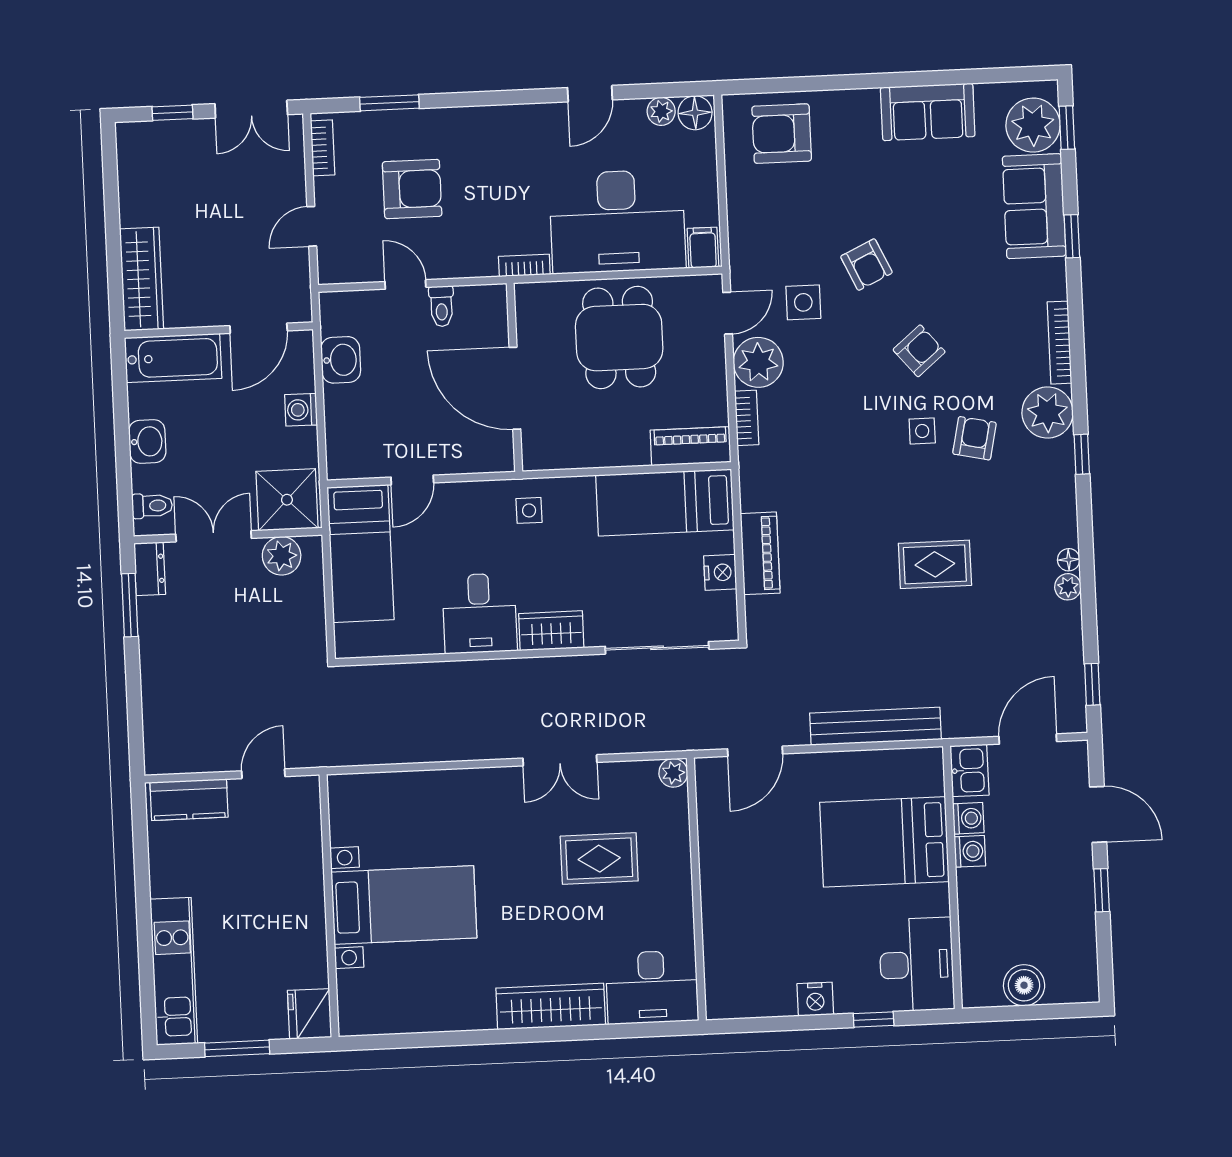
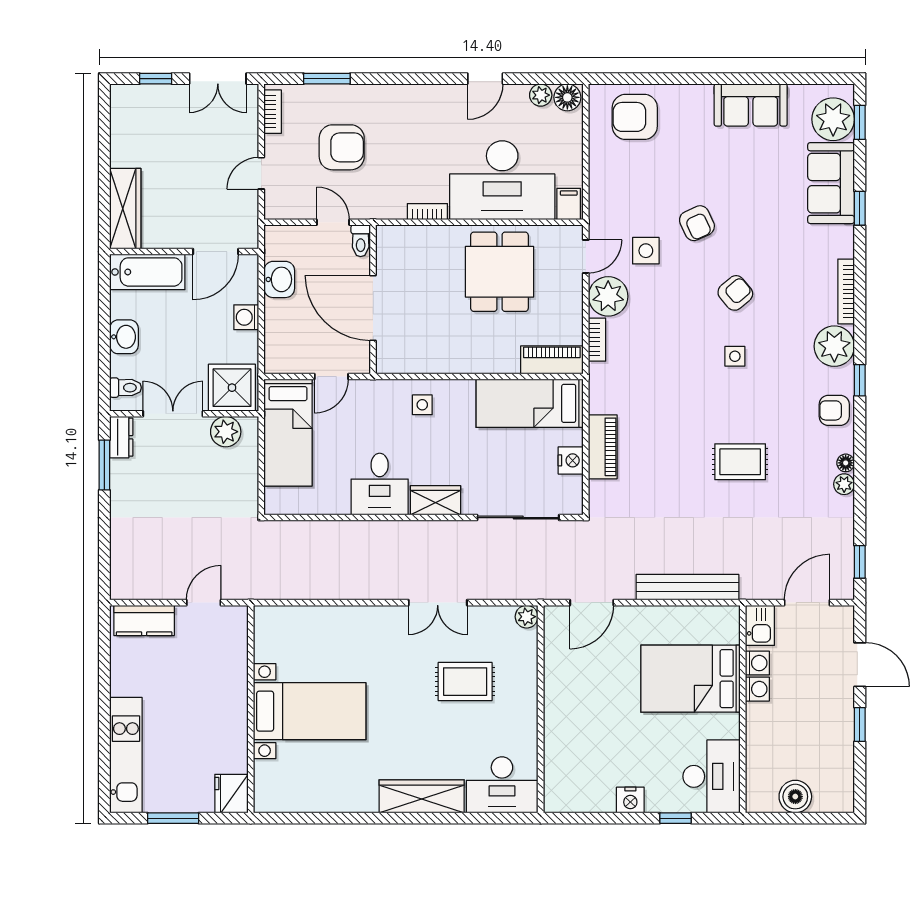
wall: (514, 377) -> (373, 299), moved
door: (515, 388) -> (373, 308), moved
armchair: (974, 438) -> (834, 410), moved, turned -102

